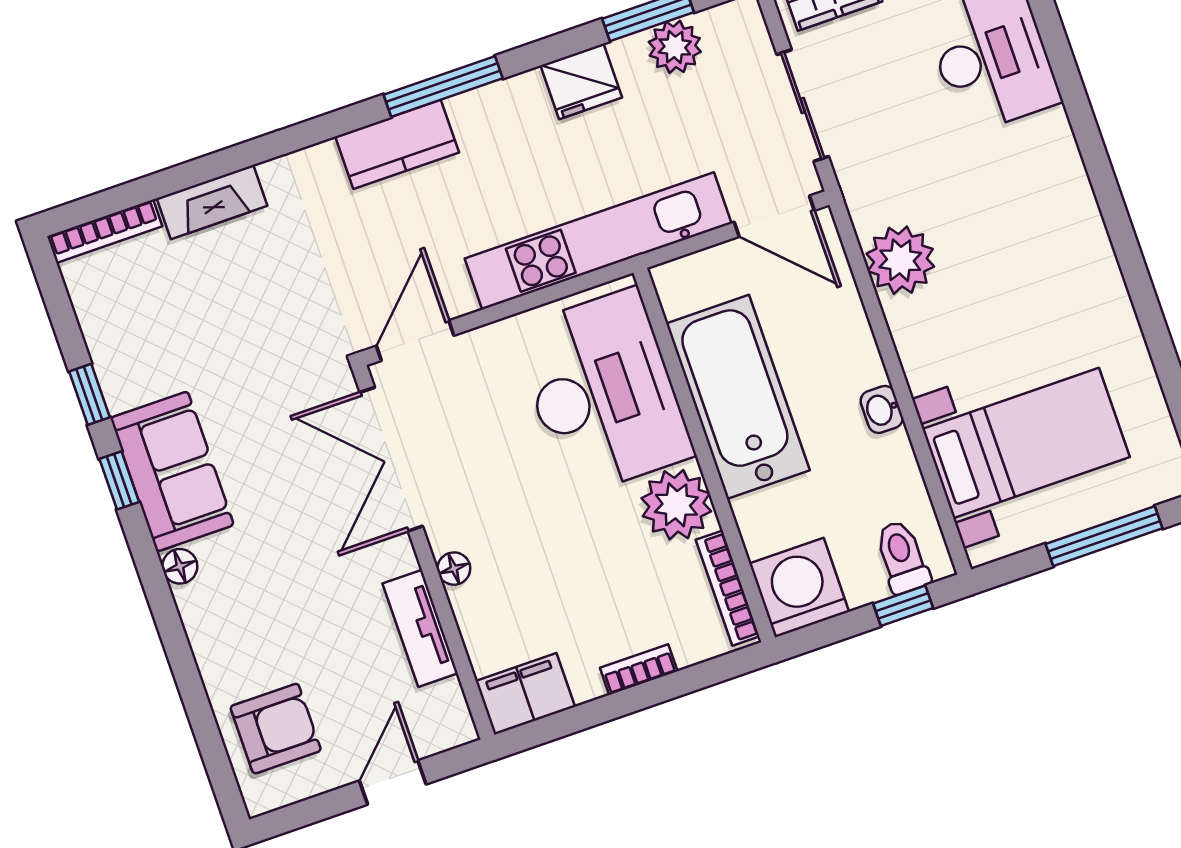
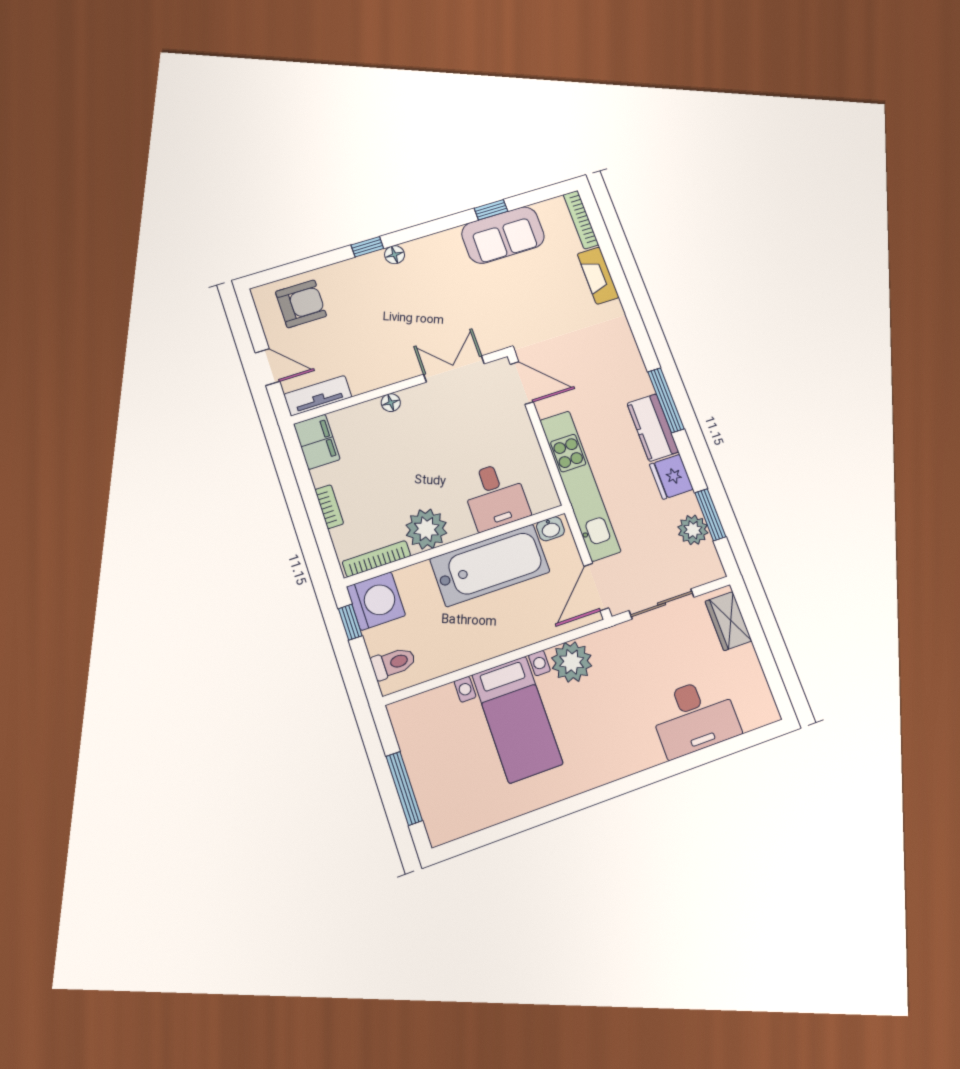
kitchen counter: (397, 144) -> (653, 428), moved
desk: (603, 392) -> (495, 496), width x0.53, depth x0.77
washbasin: (882, 409) -> (550, 529), moved, turned 180
bed with nightstands: (1026, 443) -> (517, 719), moved
double door: (391, 459) -> (454, 369), width x0.73
sofa: (172, 471) -> (503, 235), moved
window: (119, 480) -> (367, 247), moved
window: (903, 606) -> (350, 622), moved
tv unit: (420, 628) -> (318, 396), moved
armchair: (276, 729) -> (301, 304), turned -90

